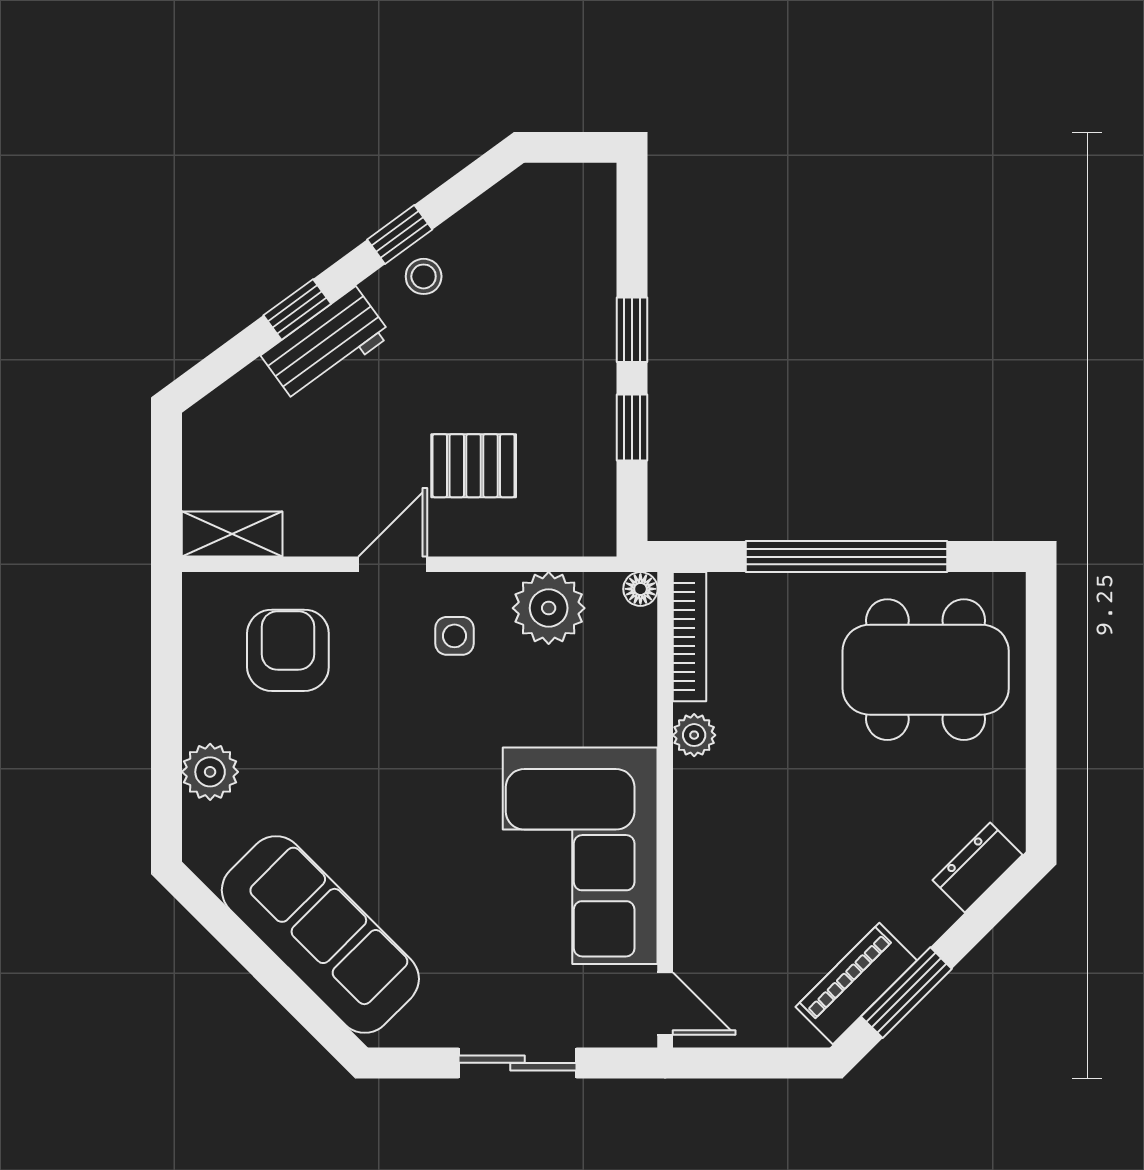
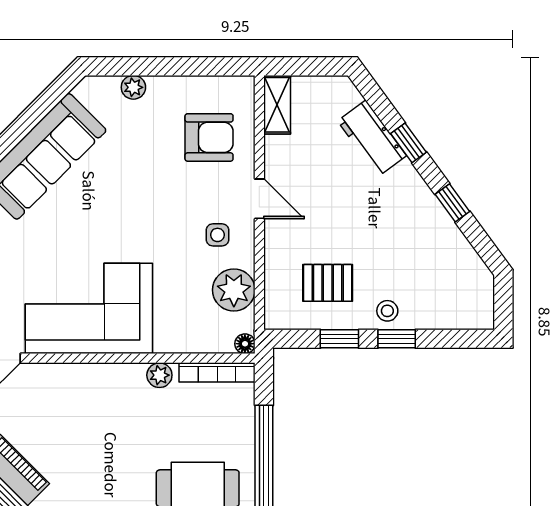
stool: (424, 276) -> (387, 311), moved
workbench: (326, 345) -> (372, 138), moved
pallet: (474, 466) -> (328, 283), moved, turned 90
plant: (210, 772) -> (133, 87), width x0.73, depth x0.73

